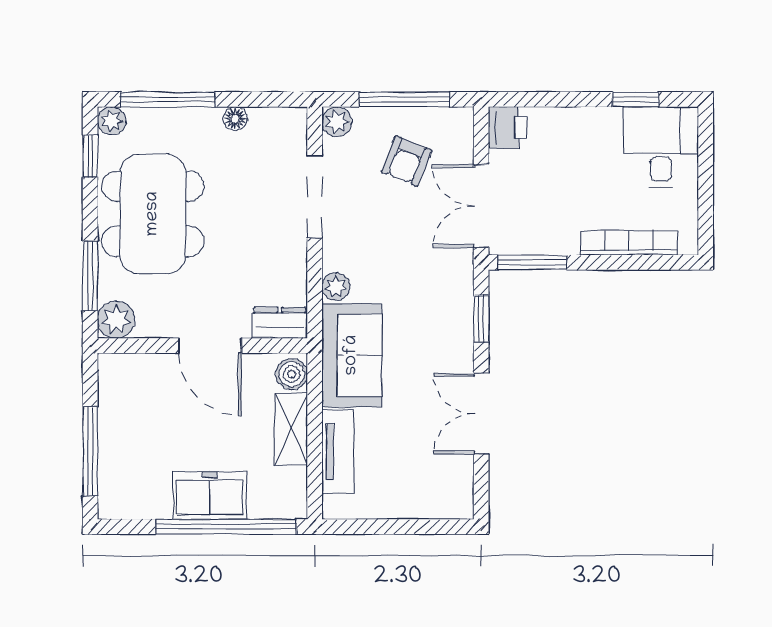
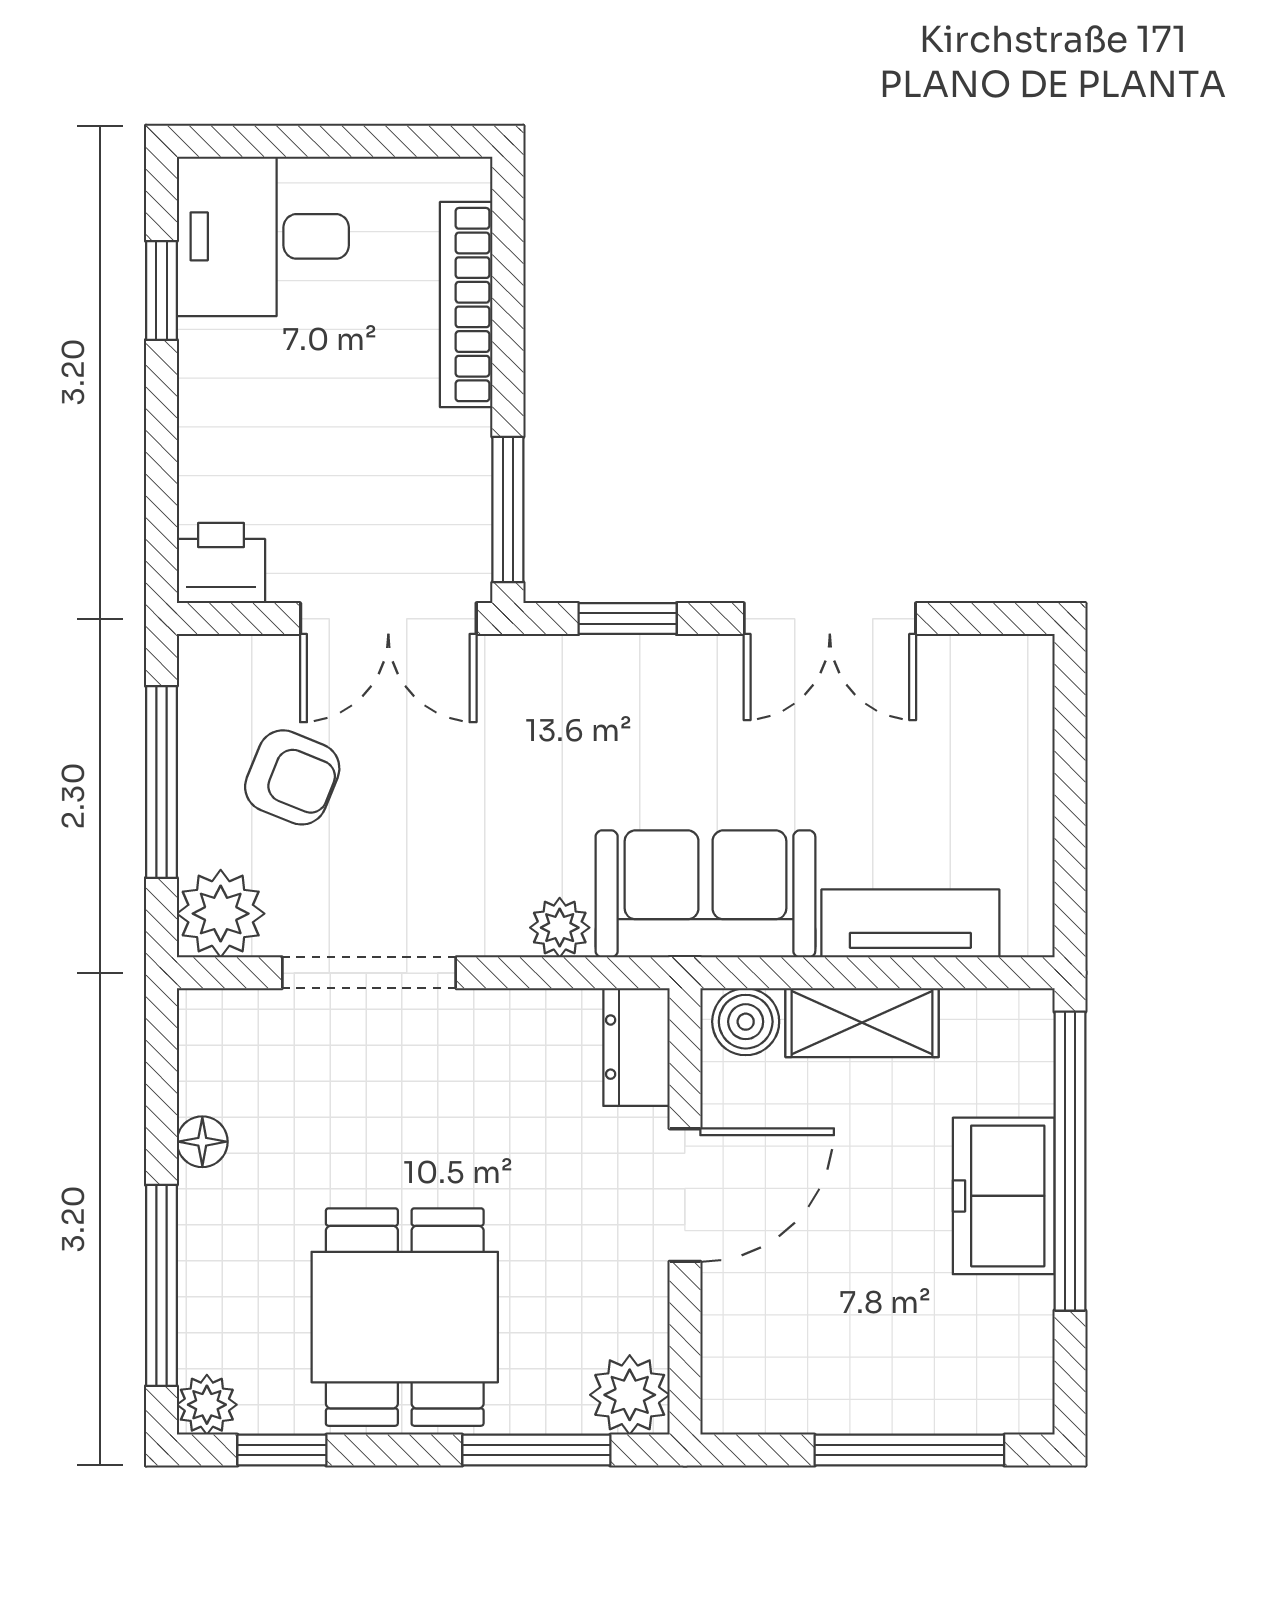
plant: (337, 122) -> (221, 914), width x1.38, depth x1.38
dining table: (153, 214) -> (405, 1317), width x0.73

